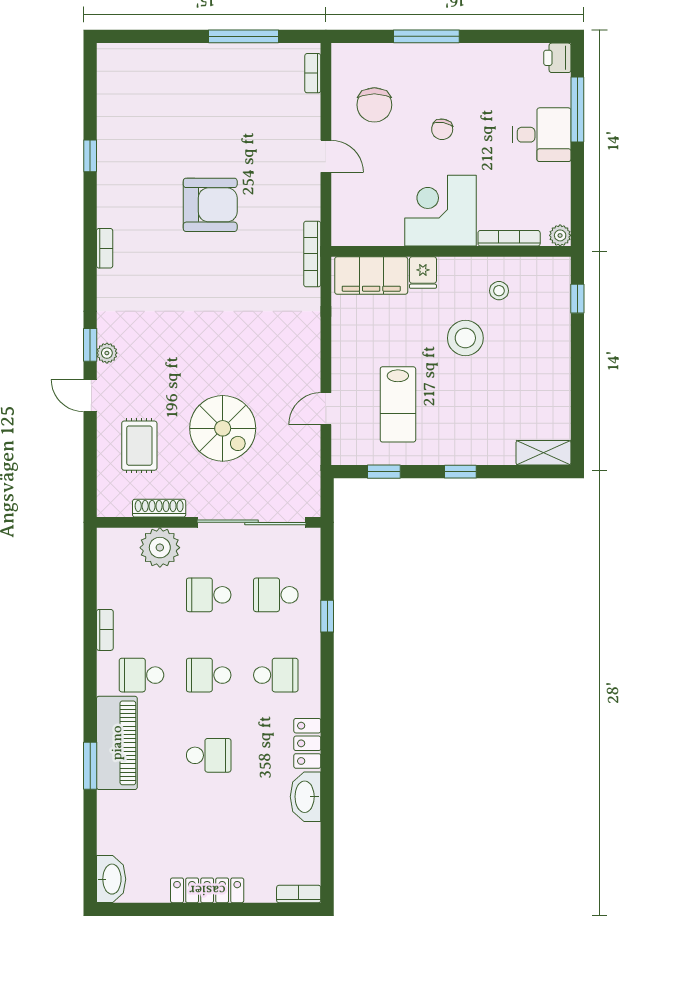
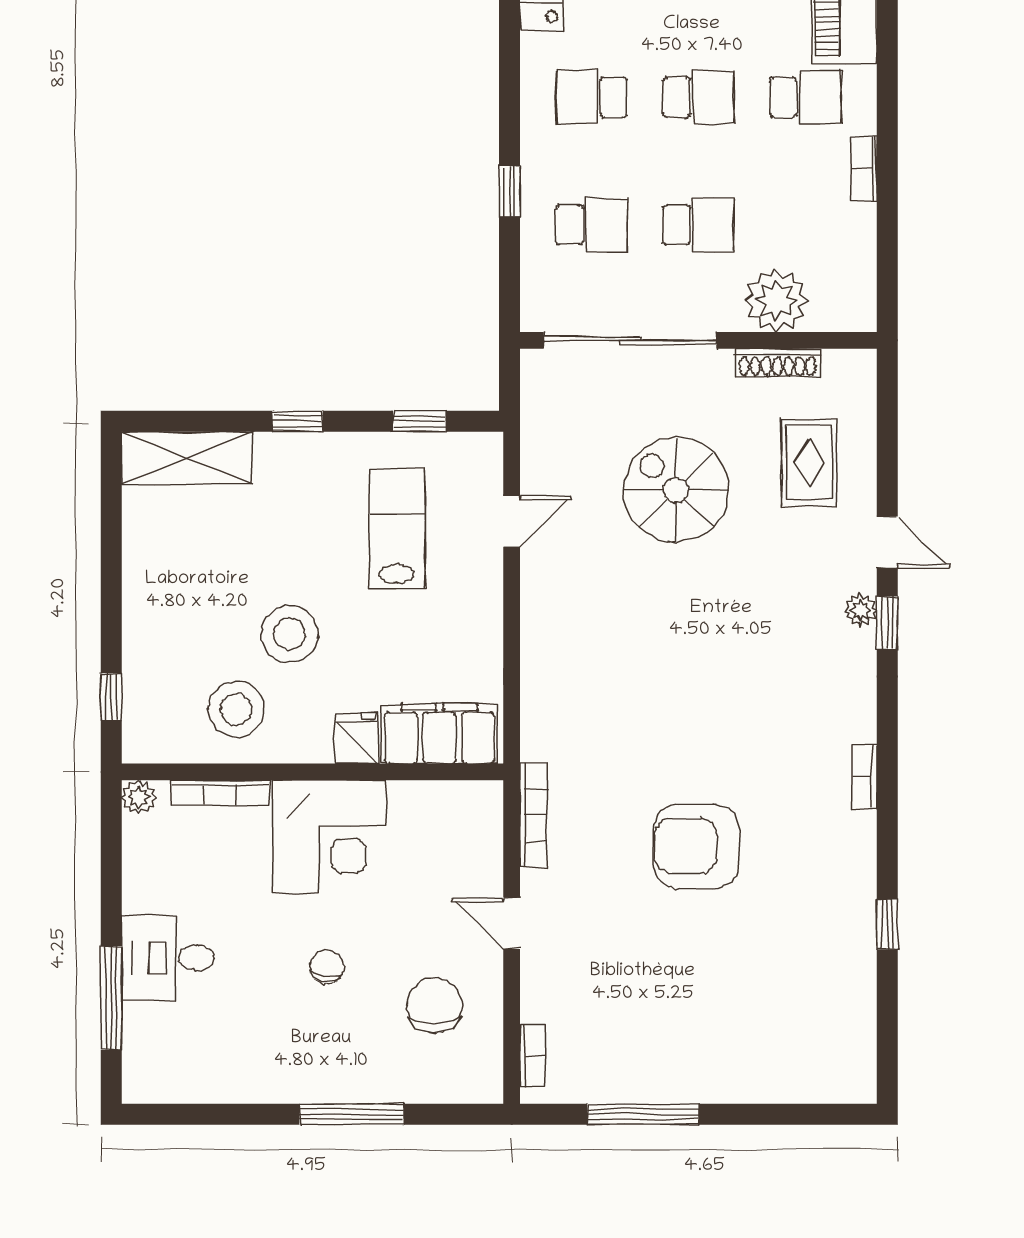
printer: (557, 58) -> (143, 1080), removed
bookcase: (312, 254) -> (533, 815), moved
stool: (499, 291) -> (236, 709), width x1.89, depth x1.89
shelving: (543, 453) -> (187, 458), width x1.50, depth x1.33

